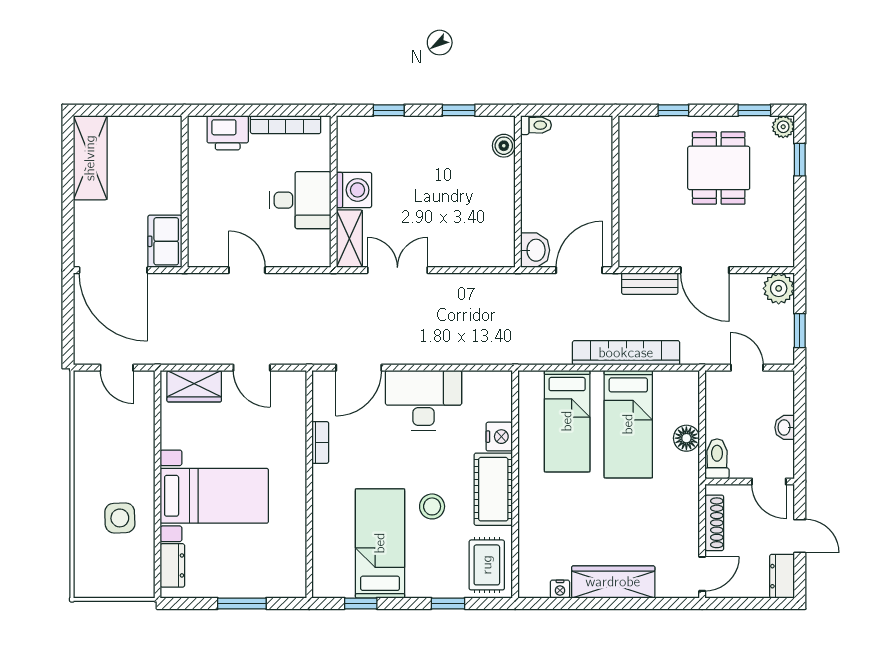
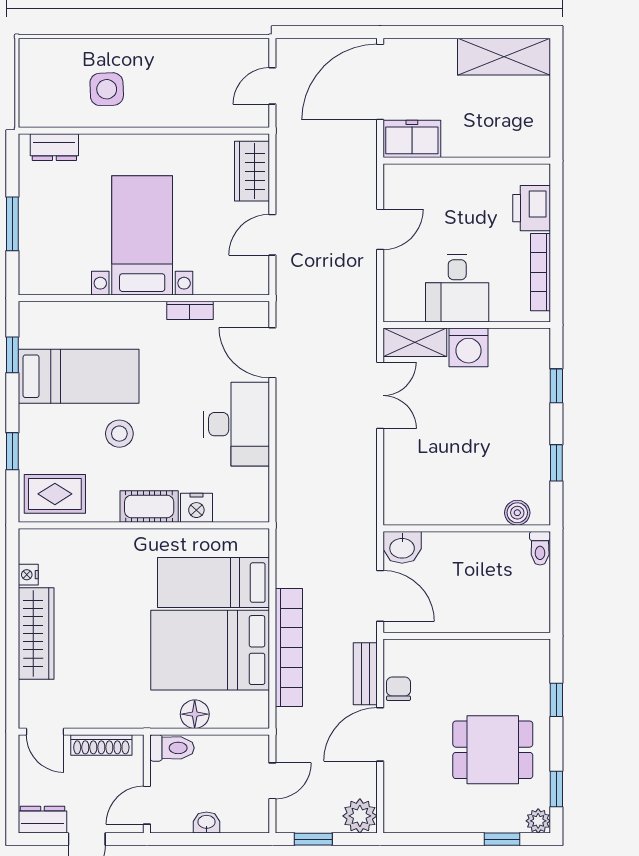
chair: (663, 253) -> (398, 689), added
bed: (628, 424) -> (210, 650), width x1.50
cot: (493, 489) -> (149, 506), width x0.73, depth x0.75
bed with nightstands: (214, 496) -> (142, 235), moved, turned 180

